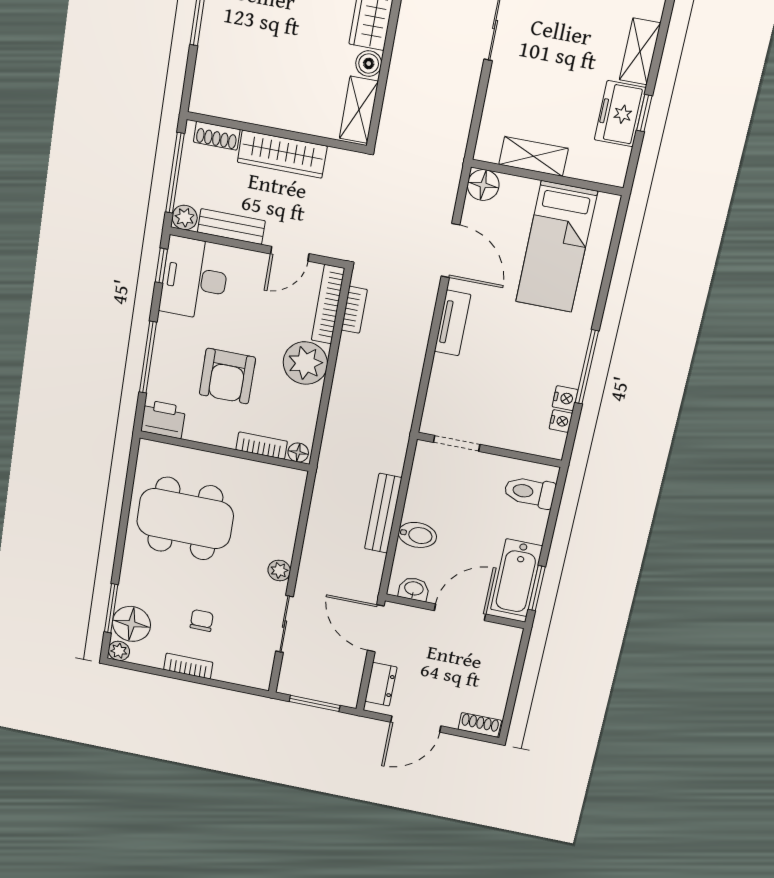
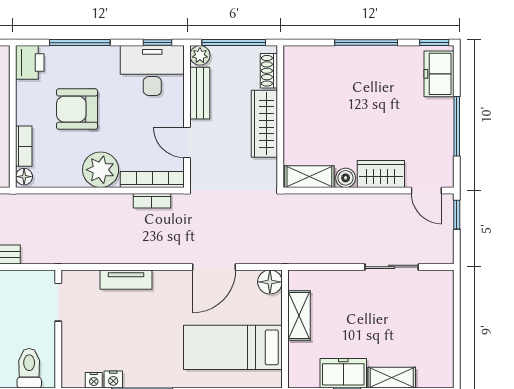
tv unit: (452, 323) -> (126, 280), moved

